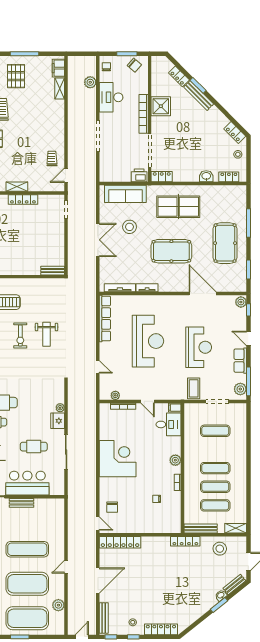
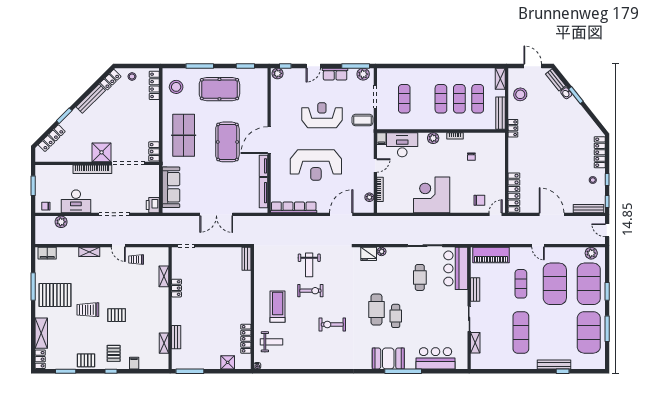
chair: (134, 65) -> (44, 178), removed
pallet: (16, 76) -> (55, 295), width x1.37, depth x1.41
locker: (179, 76) -> (52, 138), width x1.53
shelving: (60, 89) -> (89, 252), moved
bench: (199, 96) -> (91, 99), moved
shower: (161, 106) -> (102, 152), moved
door: (66, 175) -> (118, 246), moved
printer: (139, 175) -> (153, 205), moved
washbasin: (206, 176) -> (154, 108), removed
locker: (229, 177) -> (154, 85), width x1.53
shelving: (17, 187) -> (164, 276), moved
locker: (23, 199) -> (176, 288), width x0.66
stool: (129, 227) -> (176, 87), moved
double door: (98, 240) -> (216, 214), swing flipped
door: (203, 294) -> (269, 140), moved
weight bench: (47, 334) -> (309, 265), turned 90
reception desk: (148, 341) -> (316, 165), turned 180
door: (98, 367) -> (341, 214), width x1.88
fridge: (58, 421) -> (369, 254), moved
desk: (168, 424) -> (402, 145), width x1.37
bar counter: (27, 483) -> (456, 268), moved
piano: (56, 519) -> (491, 255), added
locker: (185, 541) -> (513, 128), width x0.66
exercise mat: (27, 549) -> (521, 284), width x0.73, depth x0.69
plant: (58, 605) -> (591, 253), moved

